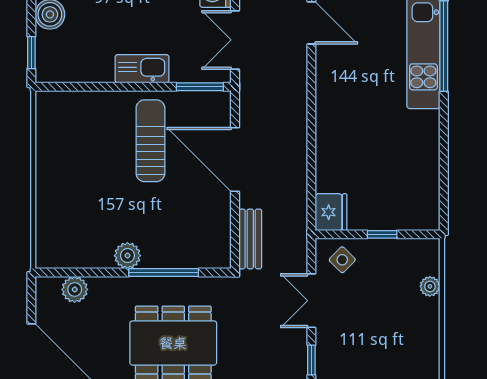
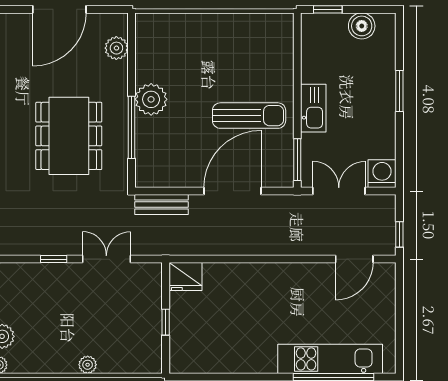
plant: (127, 256) -> (151, 99), width x1.36, depth x1.36
side table: (342, 260) -> (143, 287), removed
plant: (430, 286) -> (88, 365), moved

